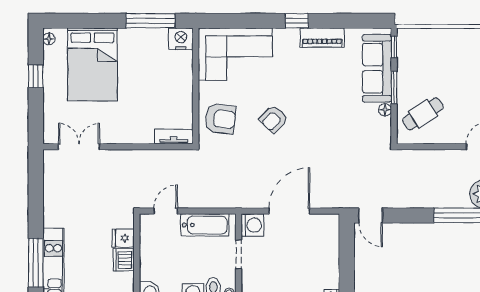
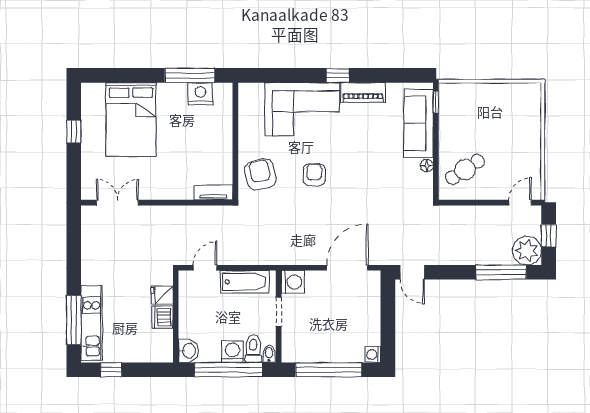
floor lamp: (49, 39) -> (87, 94), removed
nightstand: (181, 39) -> (200, 94), moved
corner sofa: (235, 54) -> (302, 109), moved
window: (394, 88) -> (436, 143), removed
armchair: (220, 119) -> (260, 174), turned -110
armchair: (274, 119) -> (314, 175), turned 136
door: (289, 211) -> (347, 268), moved

